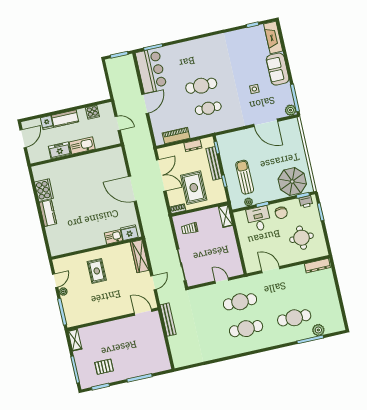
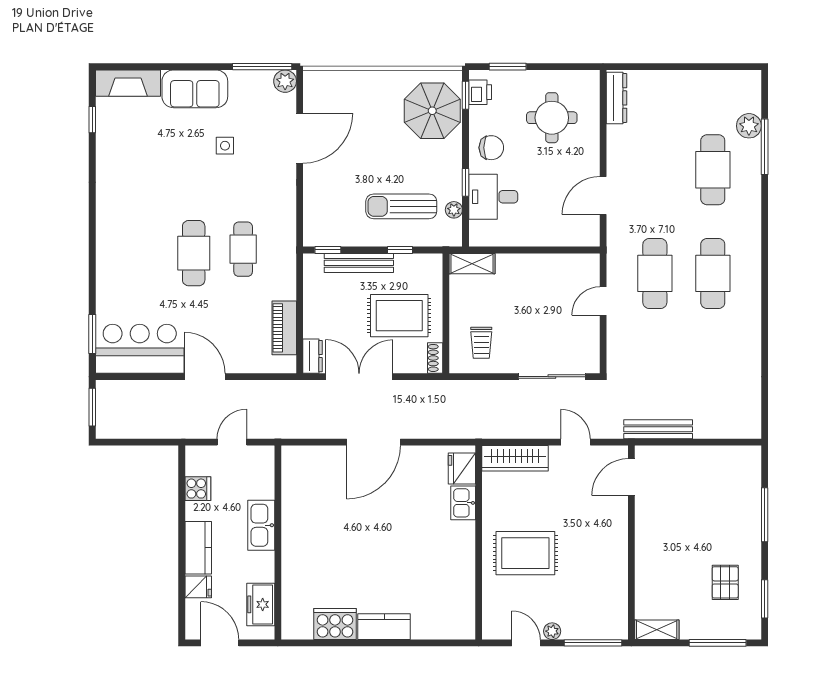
dresser: (193, 146) -> (313, 356), moved
freezer: (60, 150) -> (261, 604), moved
rug: (97, 271) -> (525, 553), width x1.36, depth x1.43

